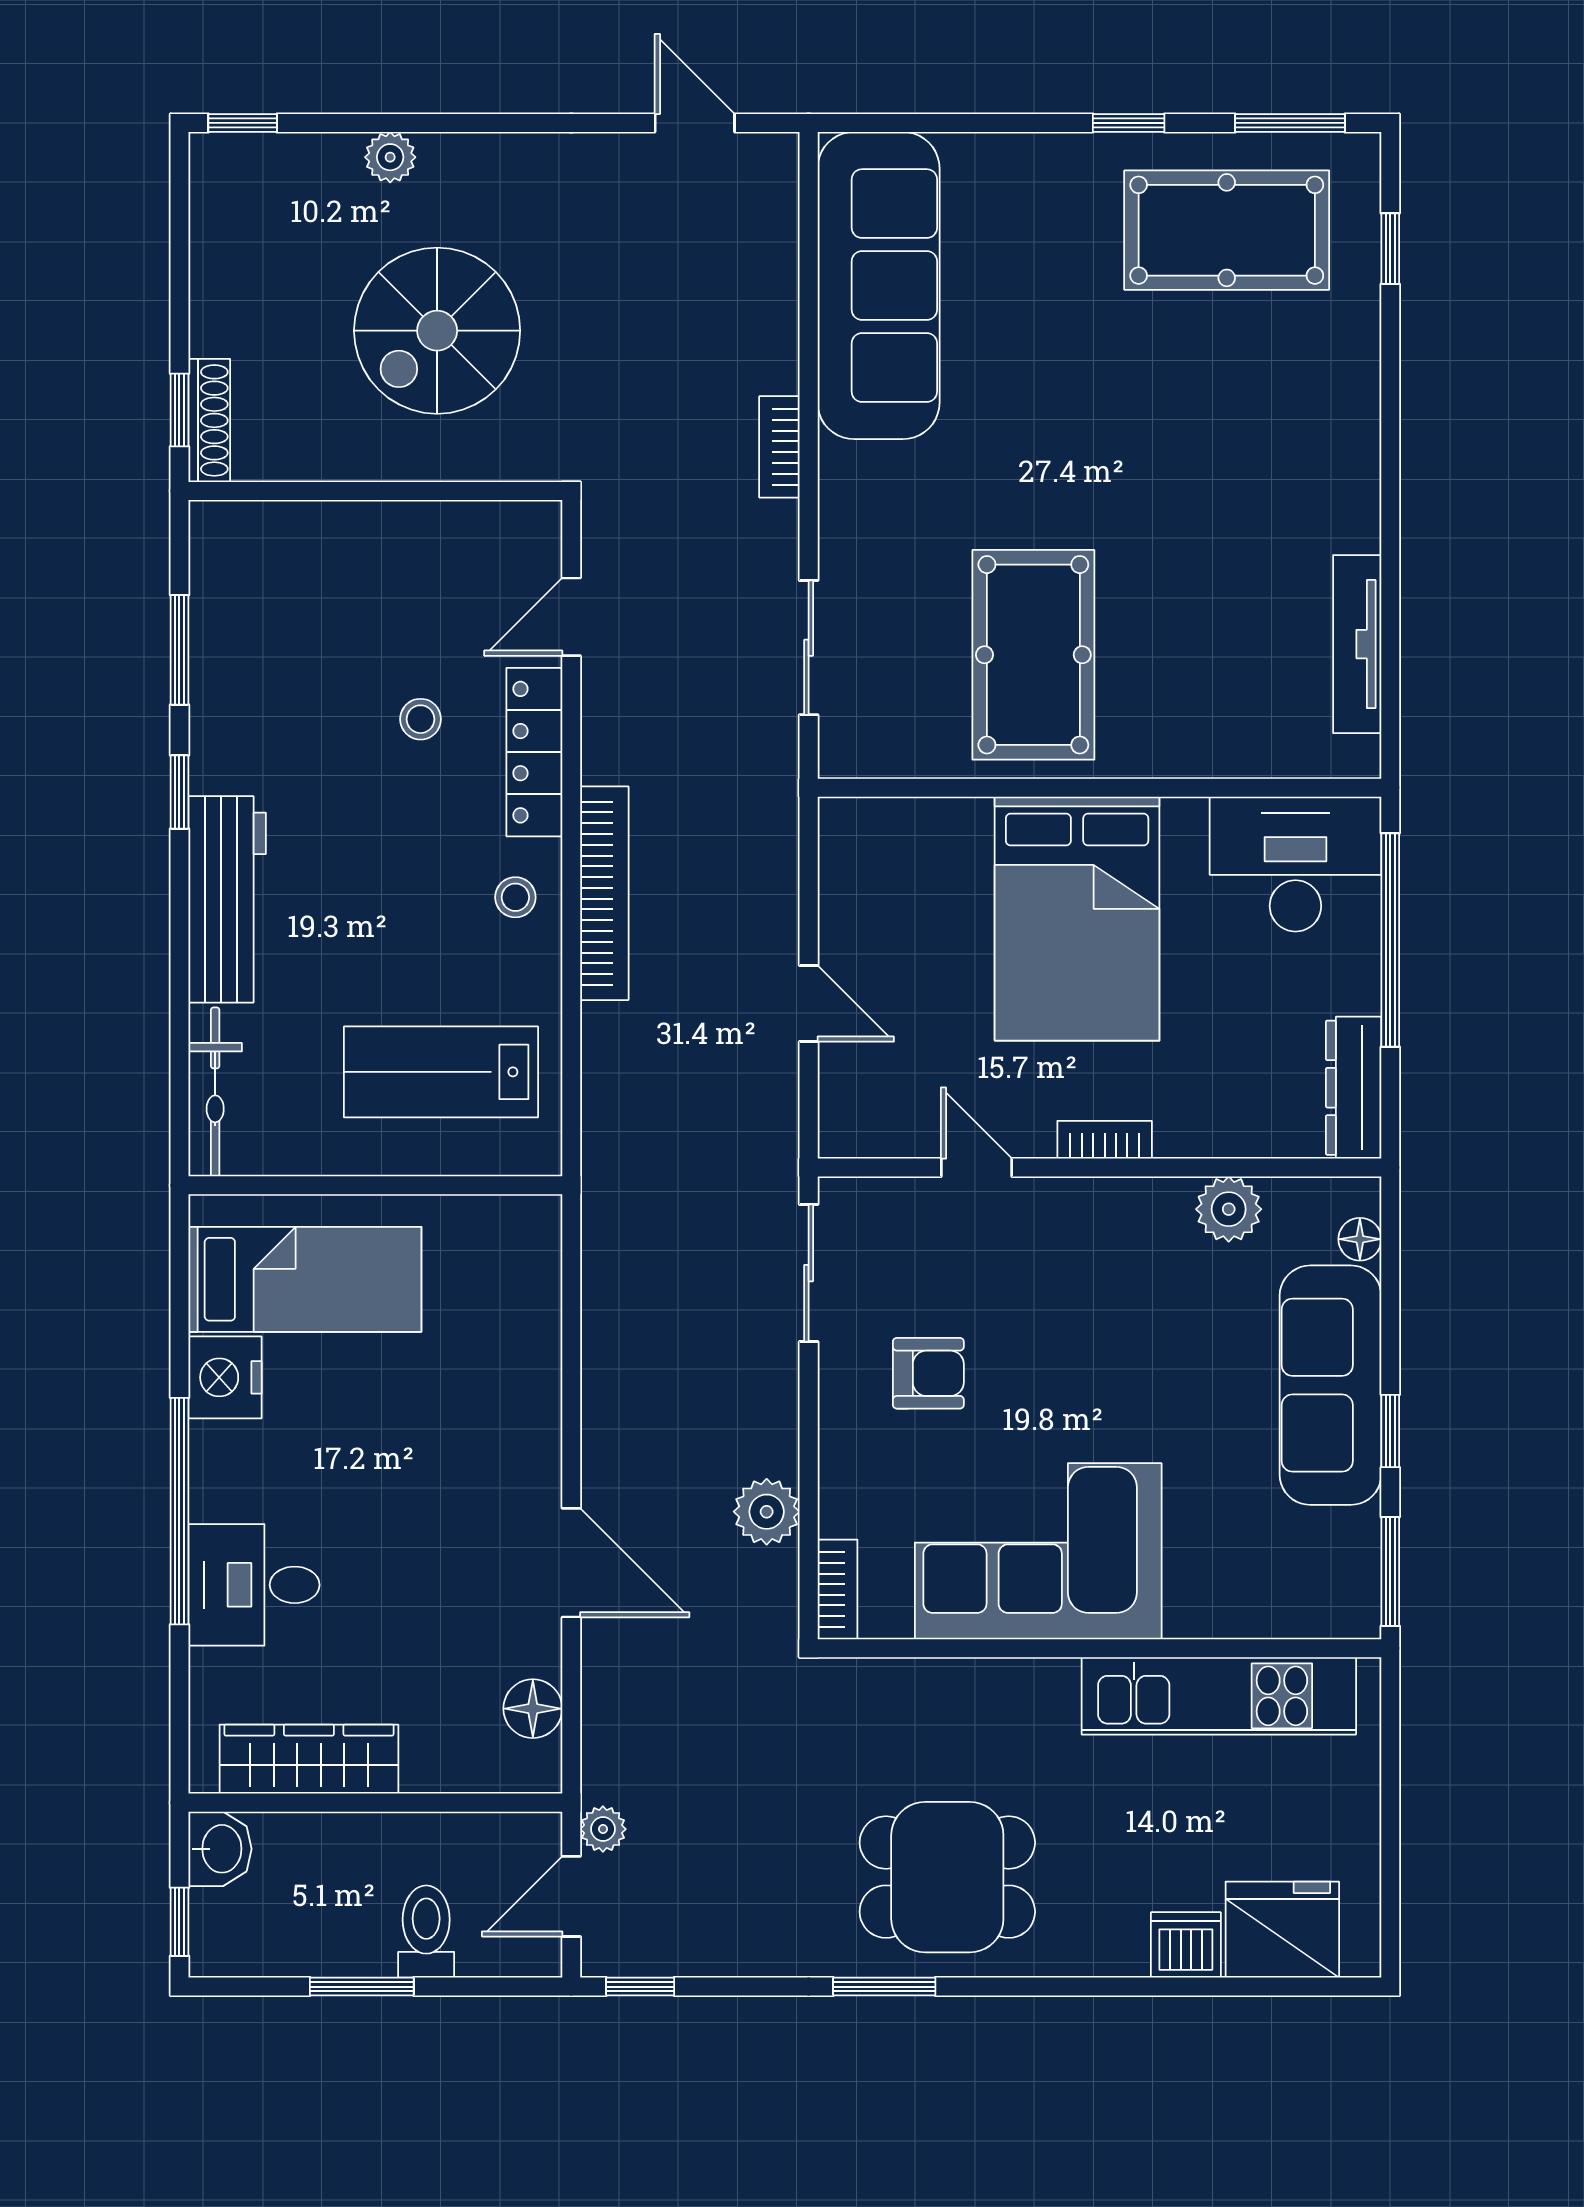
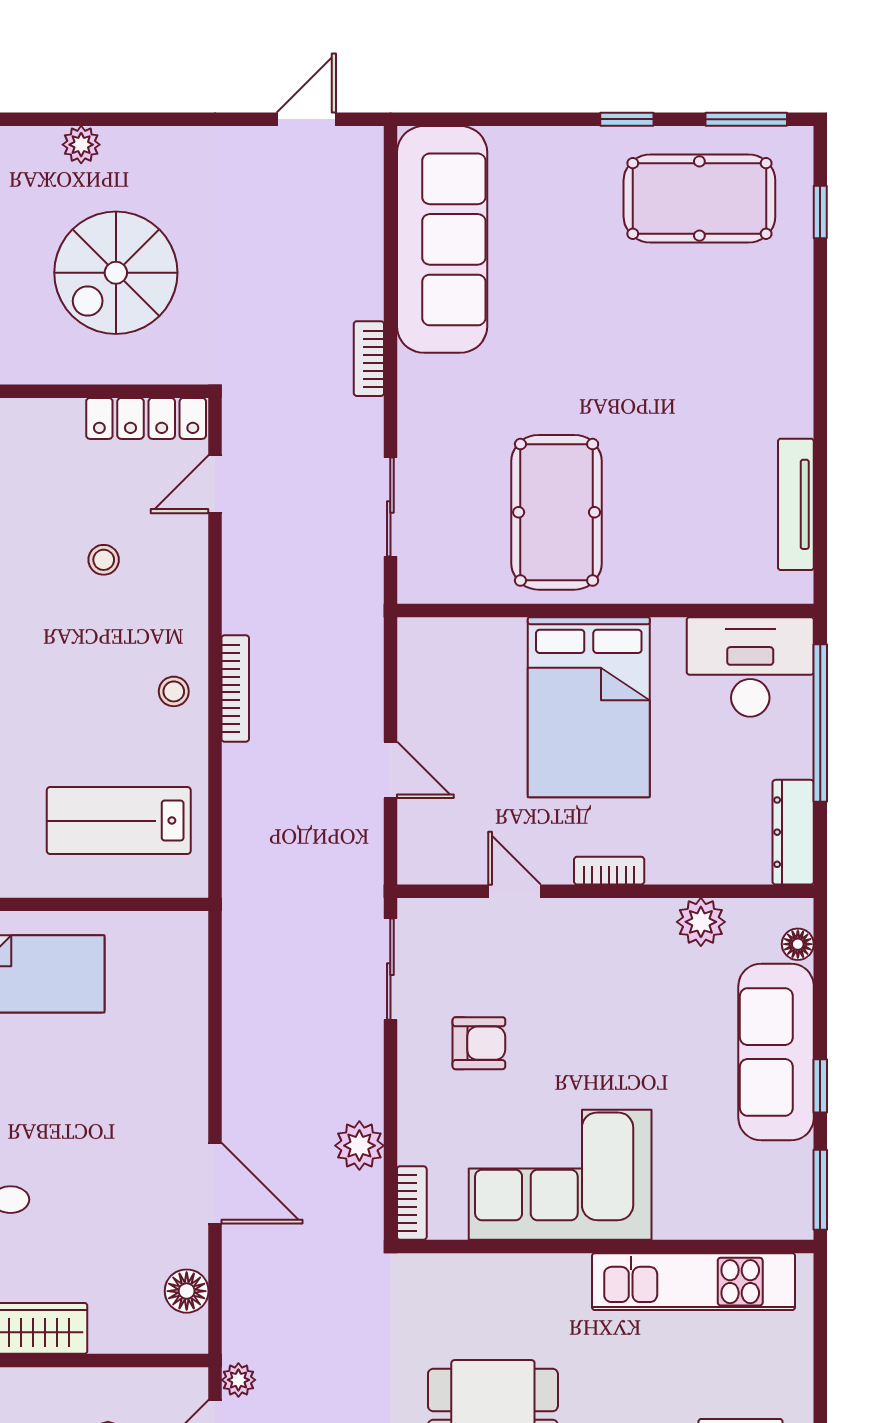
door: (695, 123) -> (306, 119), hinge flipped
locker: (534, 752) -> (146, 418), moved, turned -90
bookcase: (604, 893) -> (235, 689), width x0.68, depth x0.76

